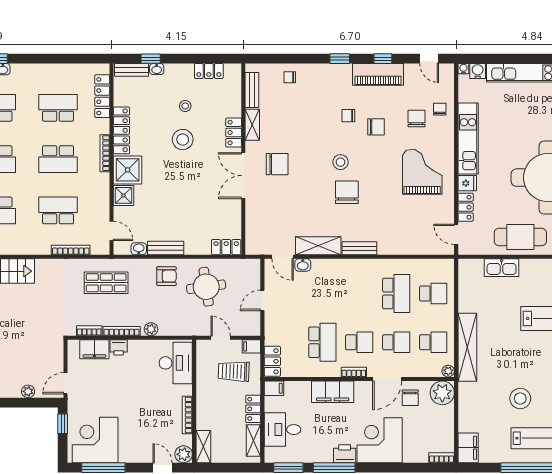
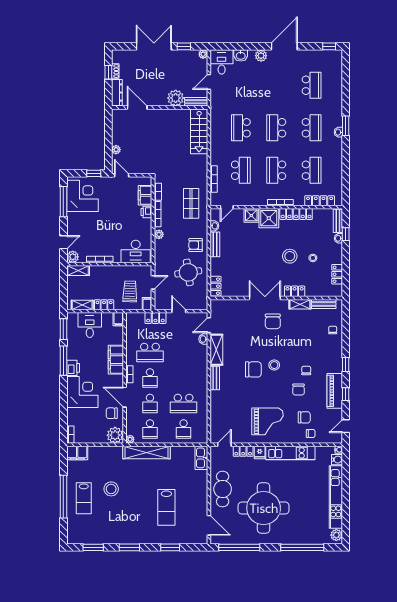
kitchen sink: (502, 268) -> (201, 458), moved
armchair: (167, 276) -> (196, 245), turned 90
locker: (272, 361) -> (155, 318), moved

